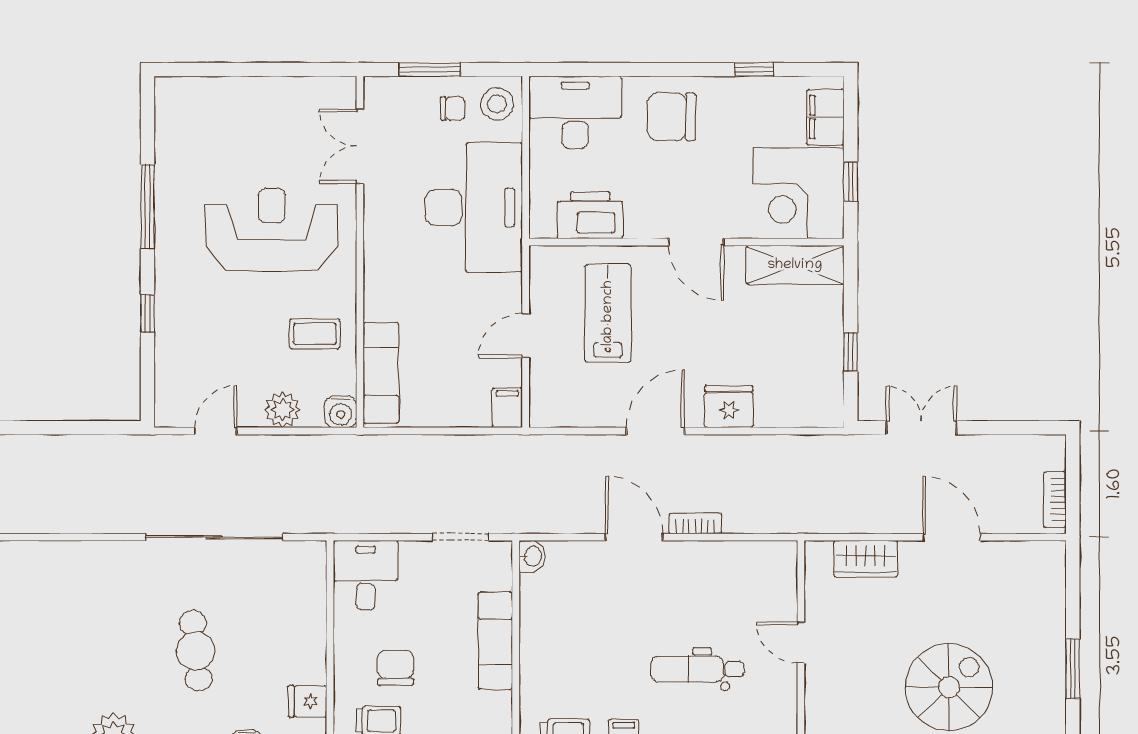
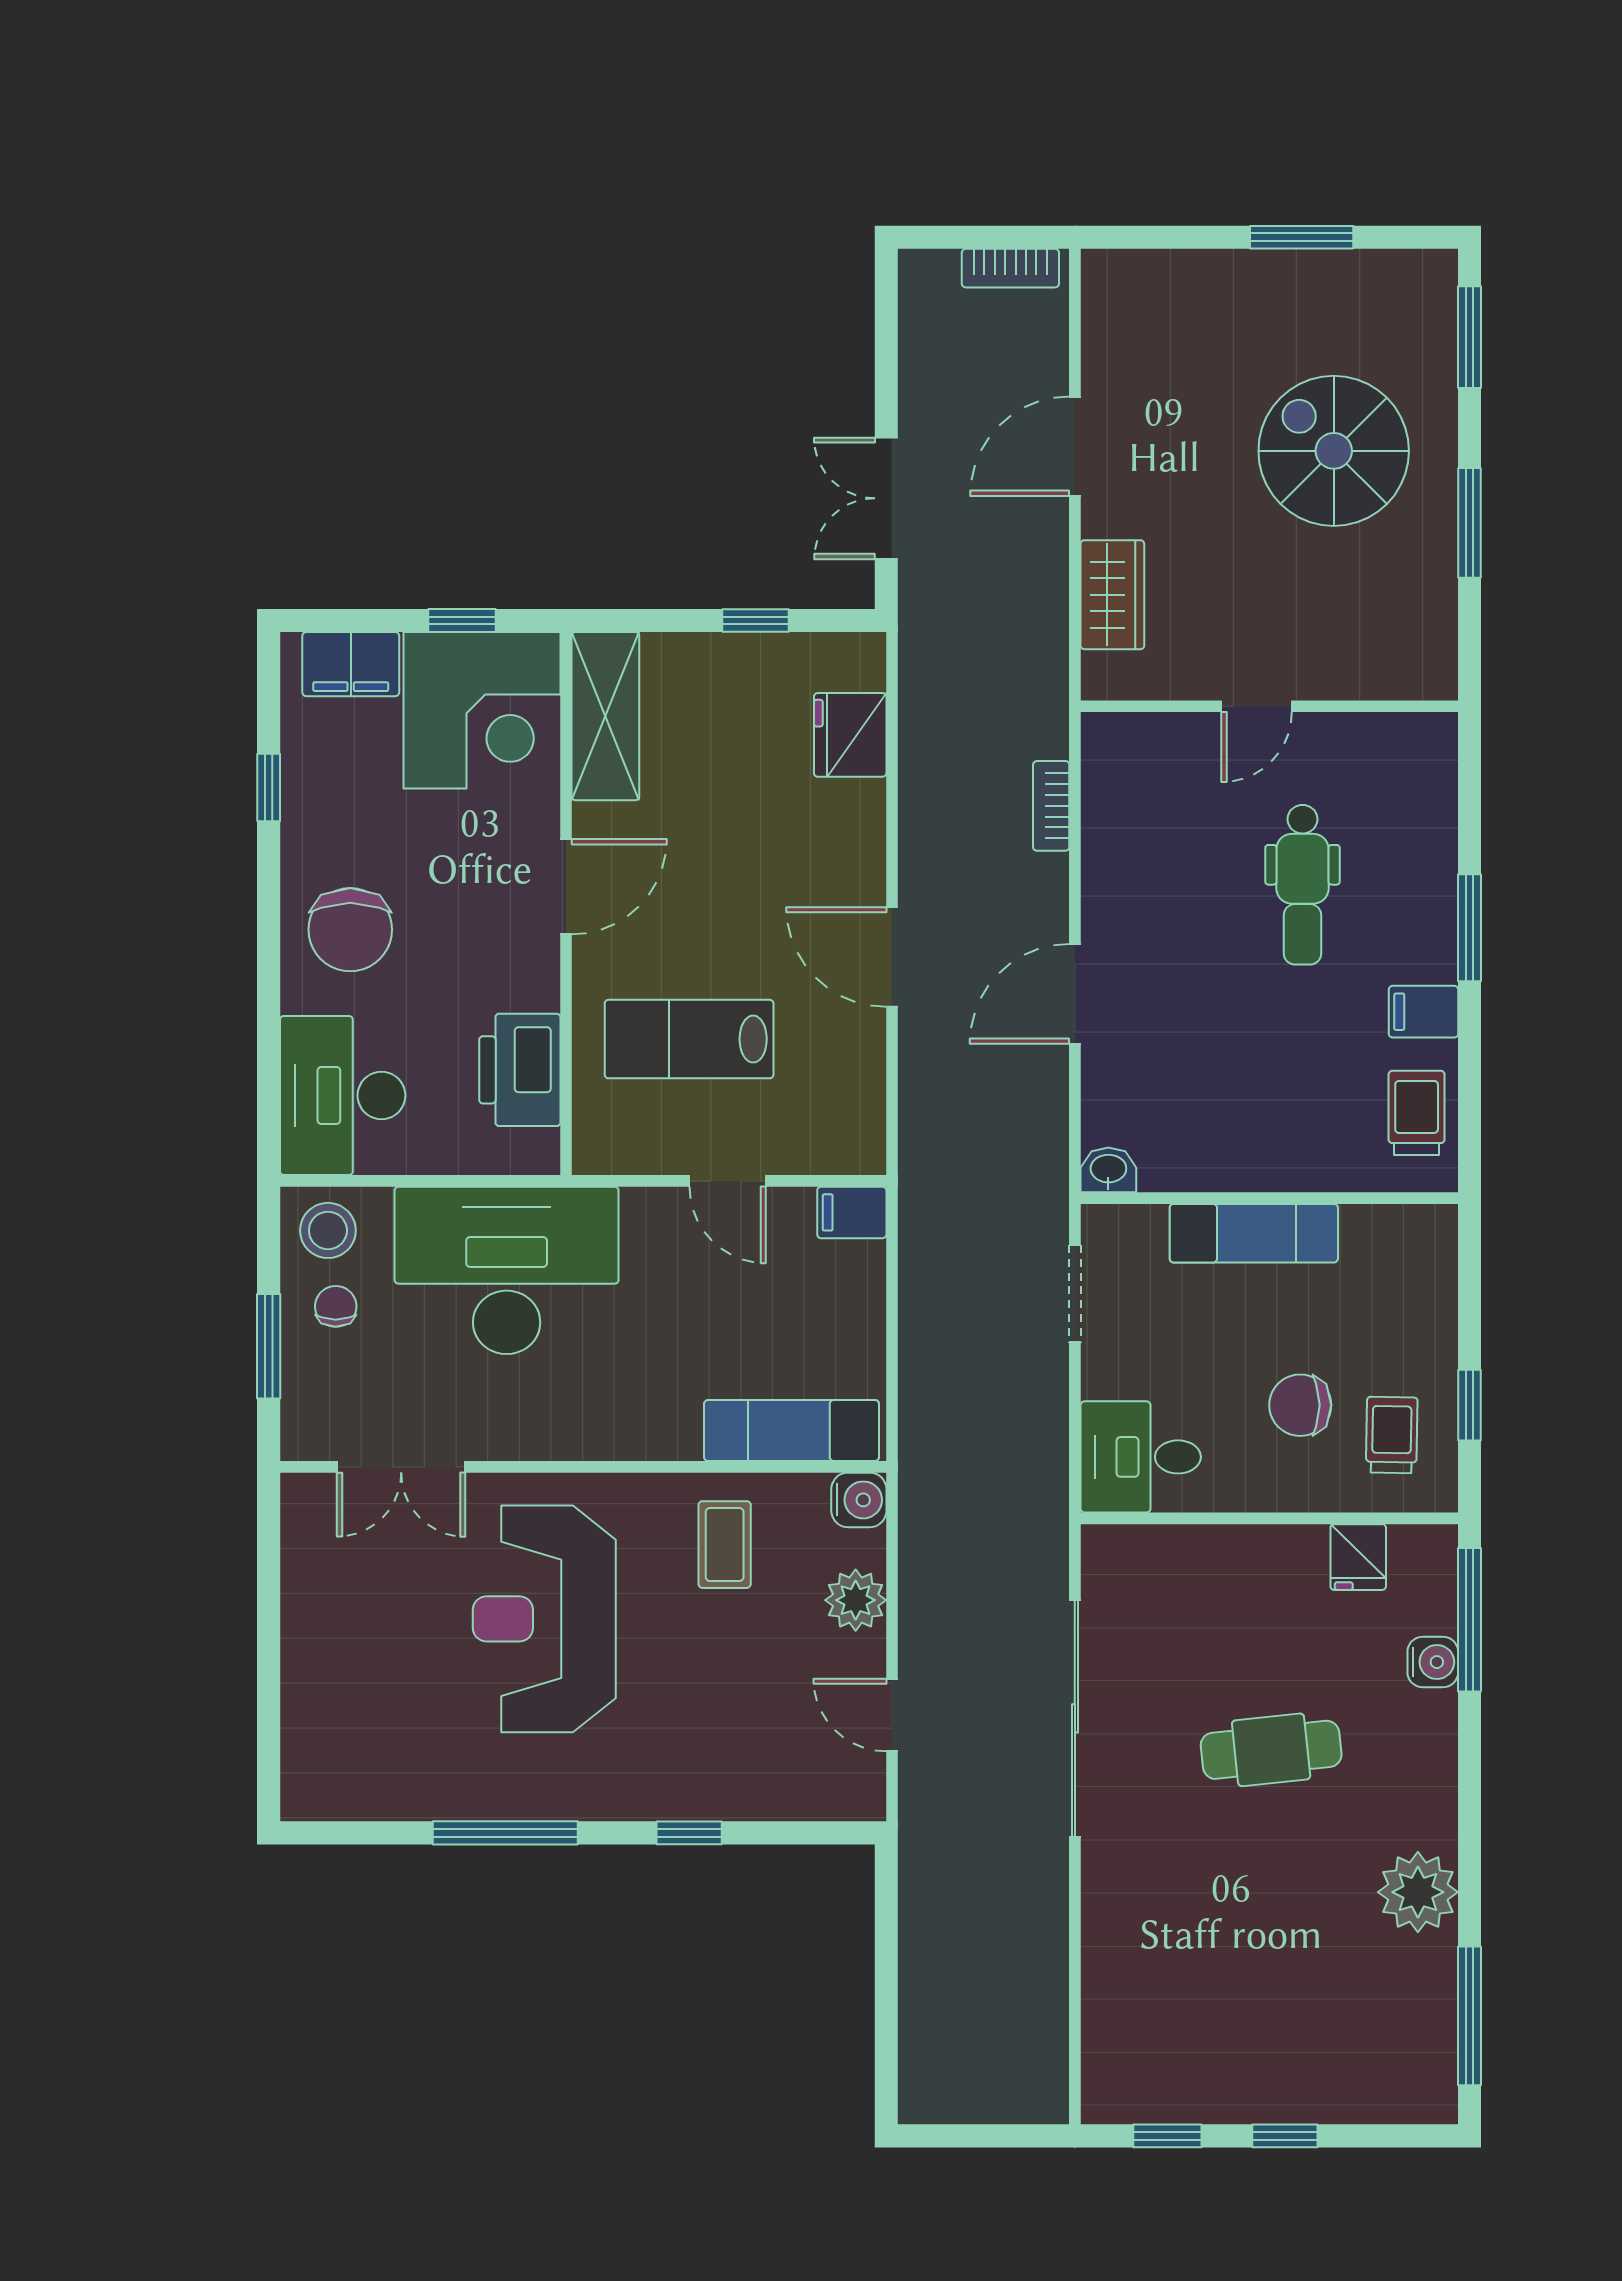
fridge: (729, 407) -> (850, 735), moved
bookcase: (695, 523) -> (1051, 806), moved

